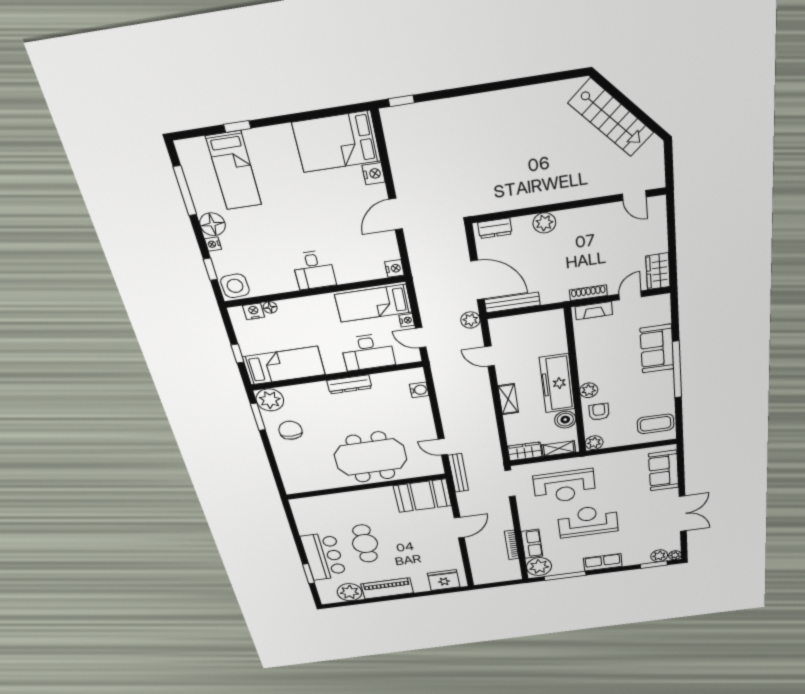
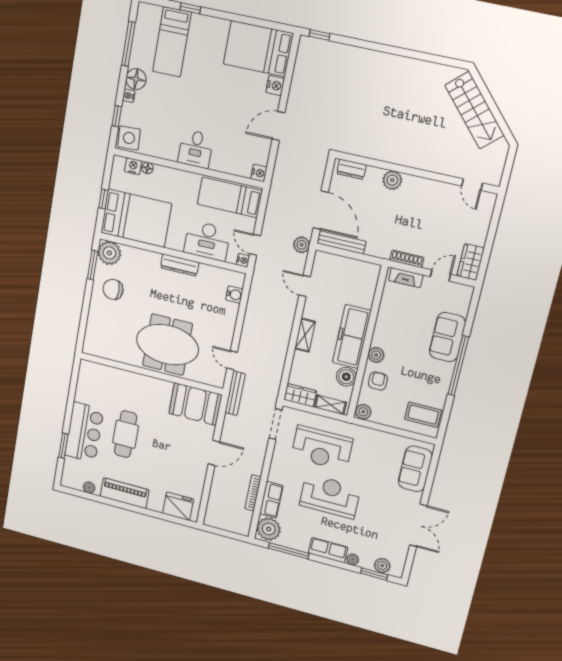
nightstand: (407, 320) -> (243, 260), moved
bed: (284, 366) -> (136, 218), width x1.50
chair: (290, 430) -> (113, 289), turned -90
plant: (675, 555) -> (353, 559), moved
plant: (350, 592) -> (89, 487), width x0.53, depth x0.53

